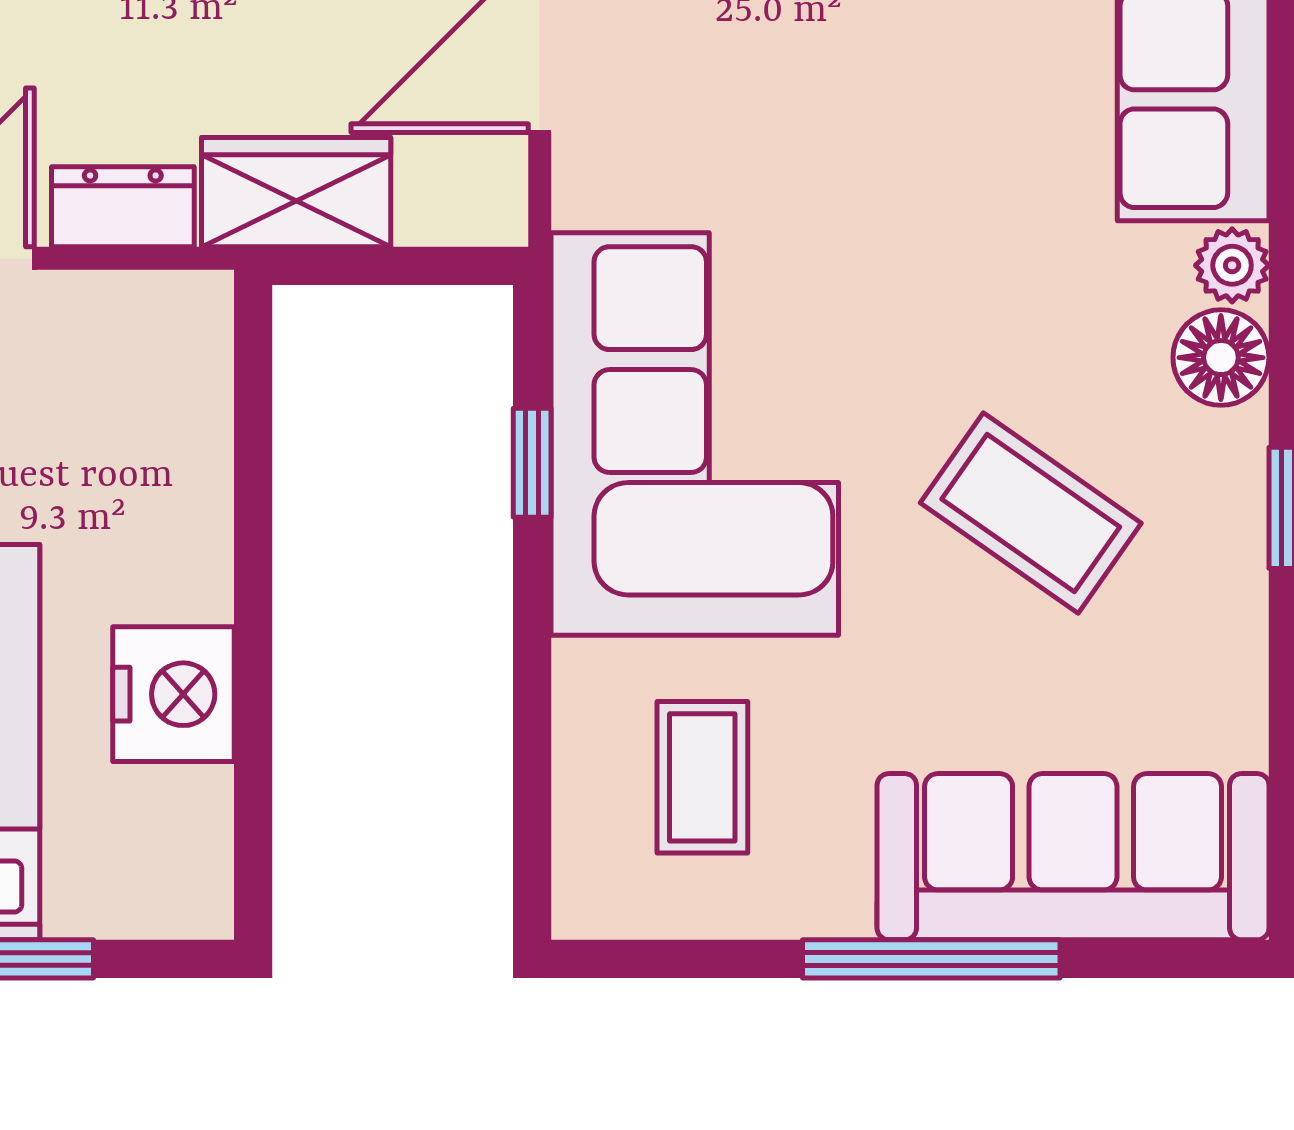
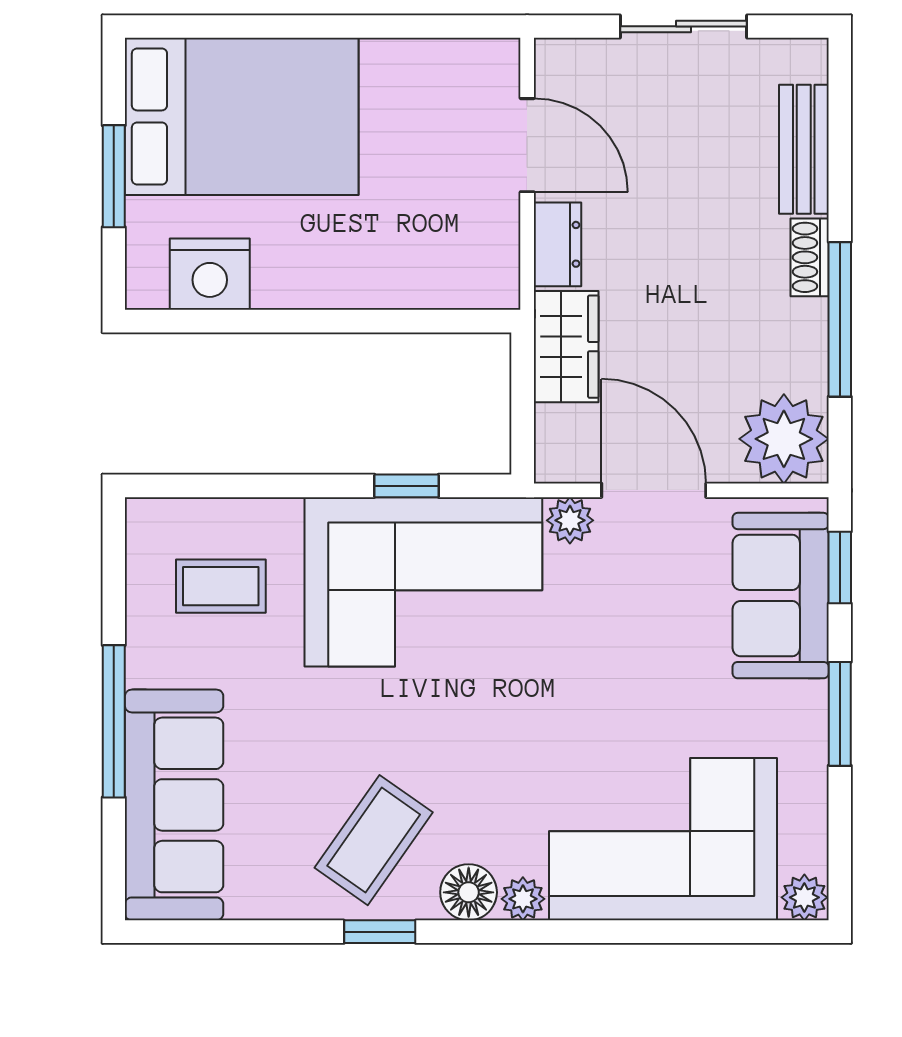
plant: (591, 186) -> (570, 520), added
coffee table: (1031, 513) -> (374, 840), moved
nightstand: (173, 694) -> (210, 274), moved

